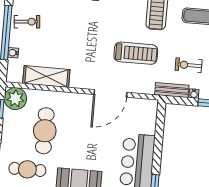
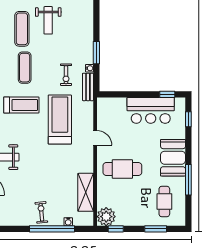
treadmill: (136, 53) -> (60, 120), width x1.37, depth x1.37
door: (110, 93) -> (95, 138), width x0.53
cafe table: (45, 131) -> (122, 169), moved

